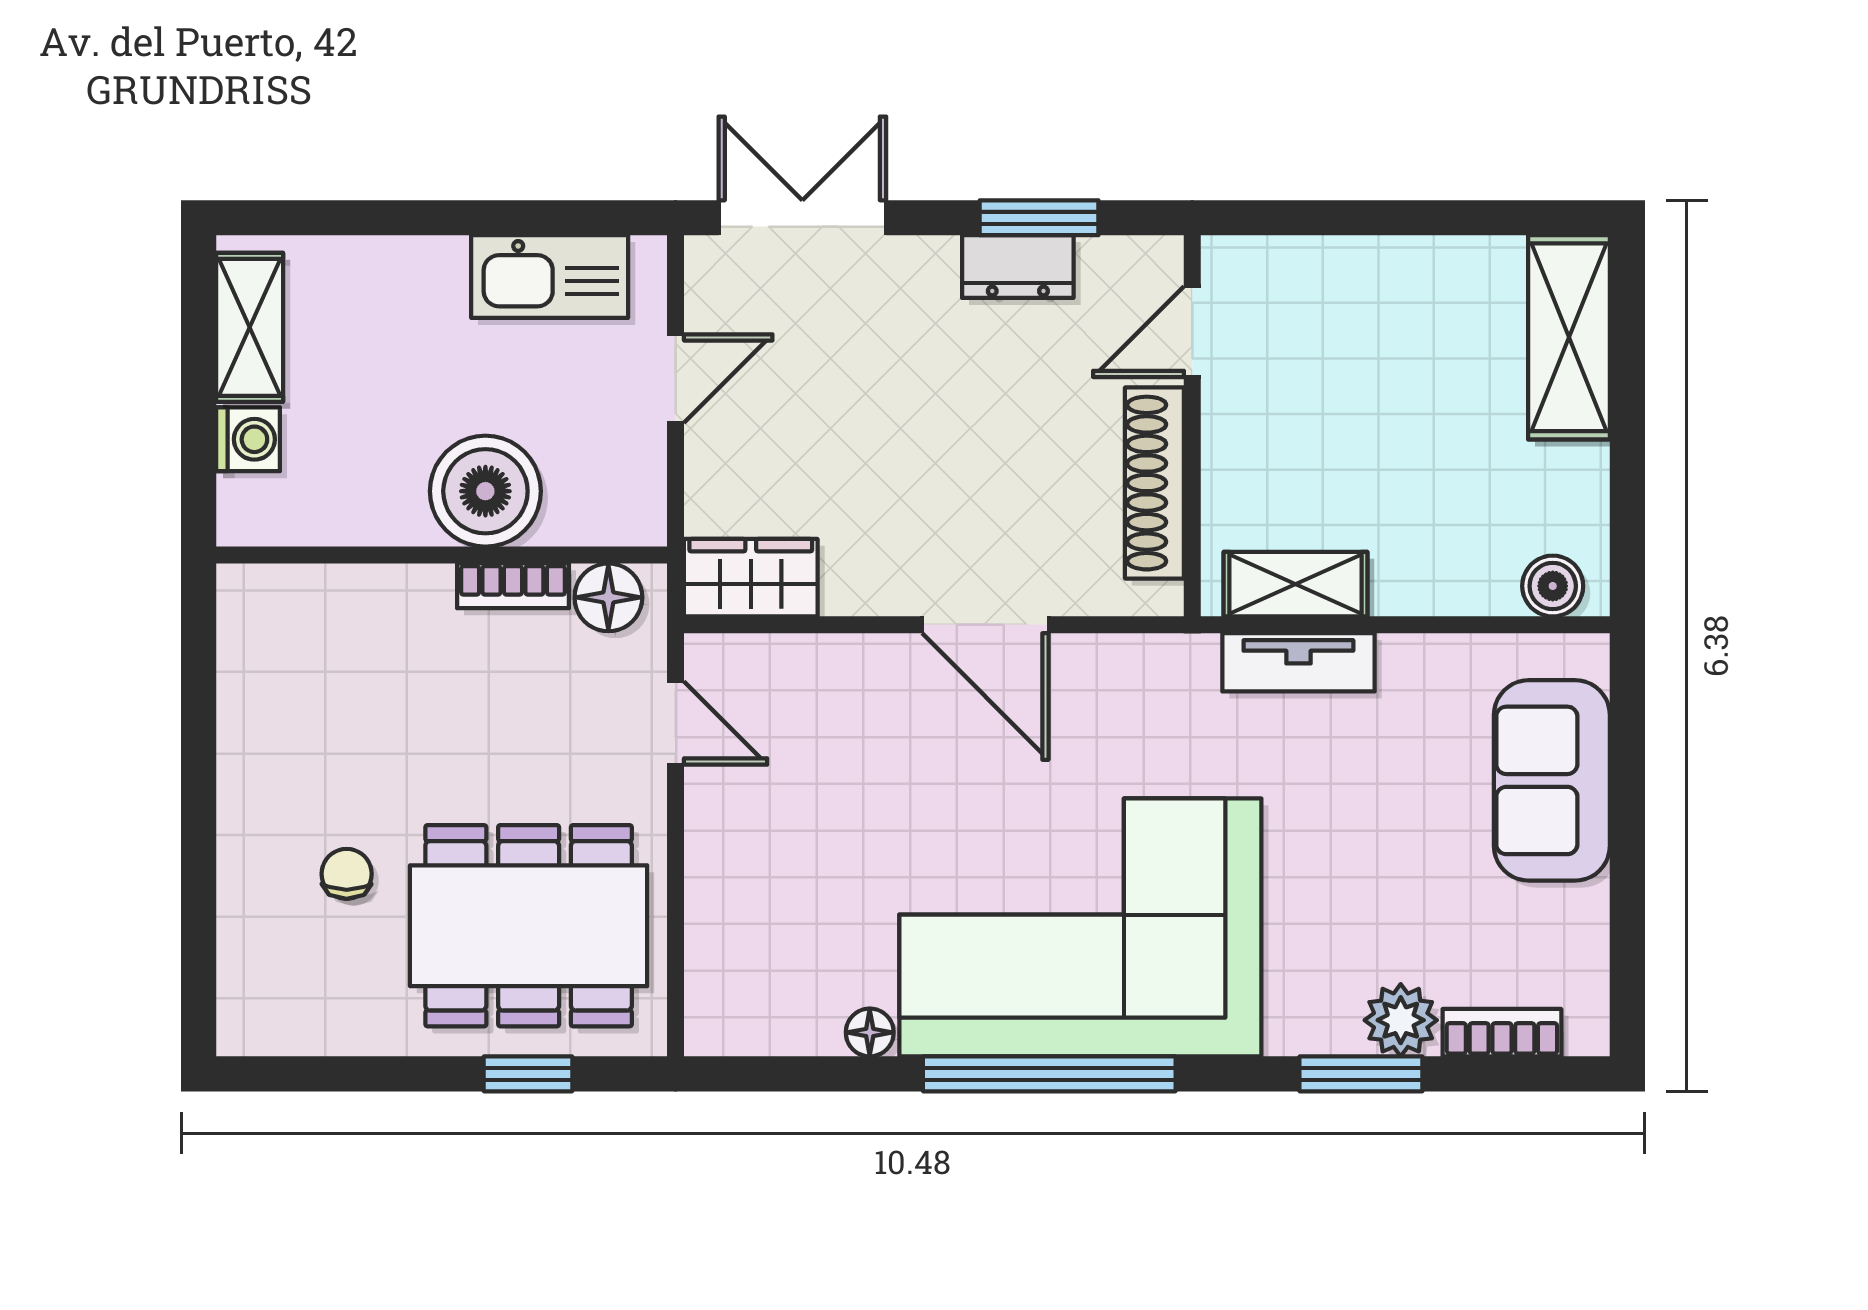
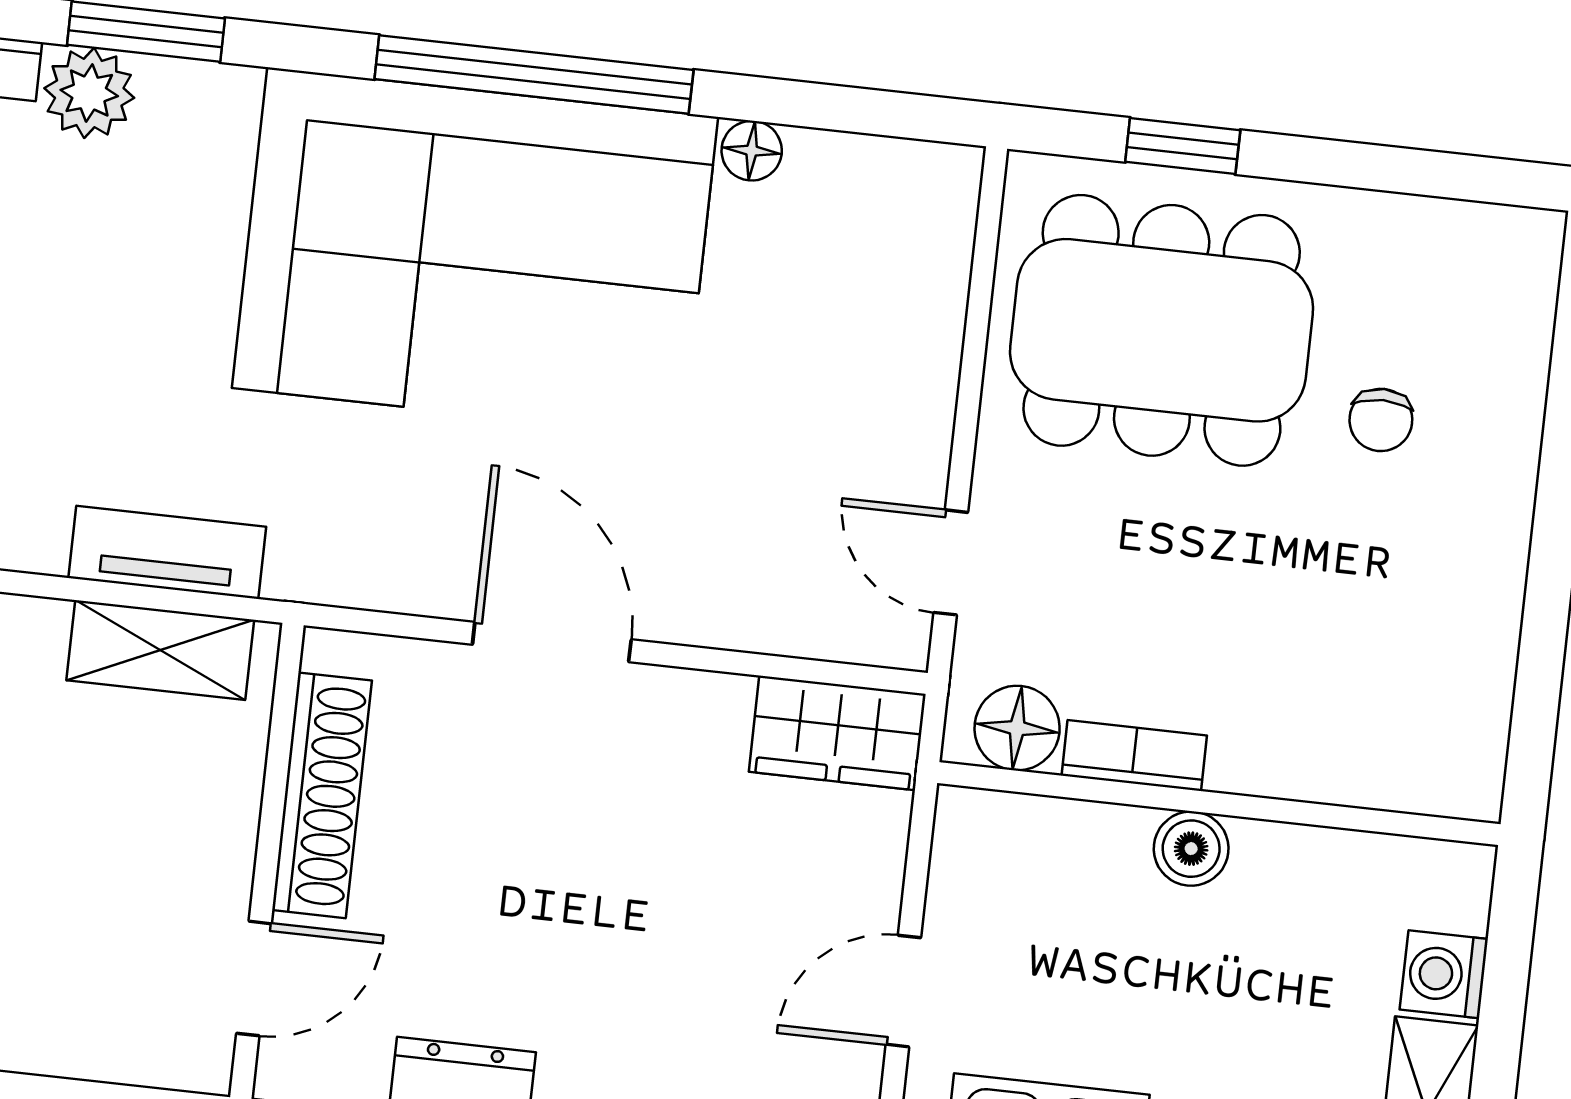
boiler: (485, 491) -> (1191, 849), width x0.54, depth x0.54

